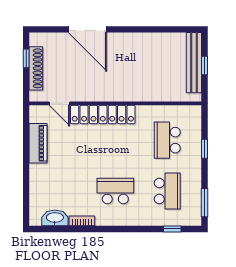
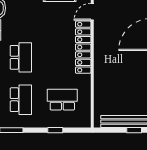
window: (205, 65) -> (134, 130), moved
school desk: (167, 191) -> (21, 100), turned -90

